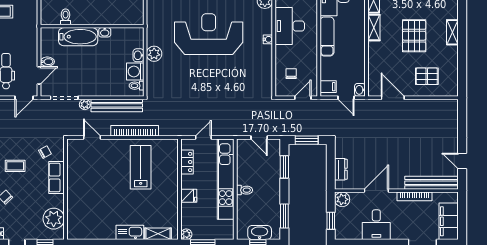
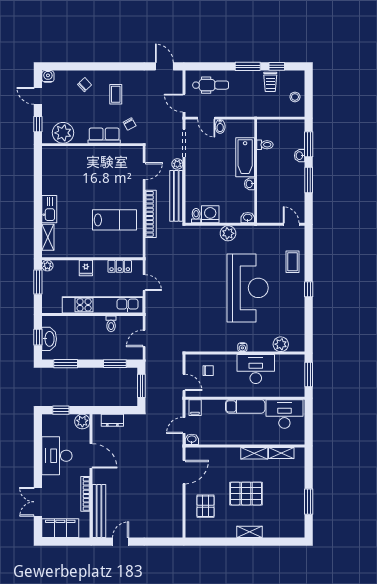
washbasin: (138, 55) -> (248, 218), moved
toilet: (245, 190) -> (111, 324), moved
desk: (376, 225) -> (57, 456), width x1.37

